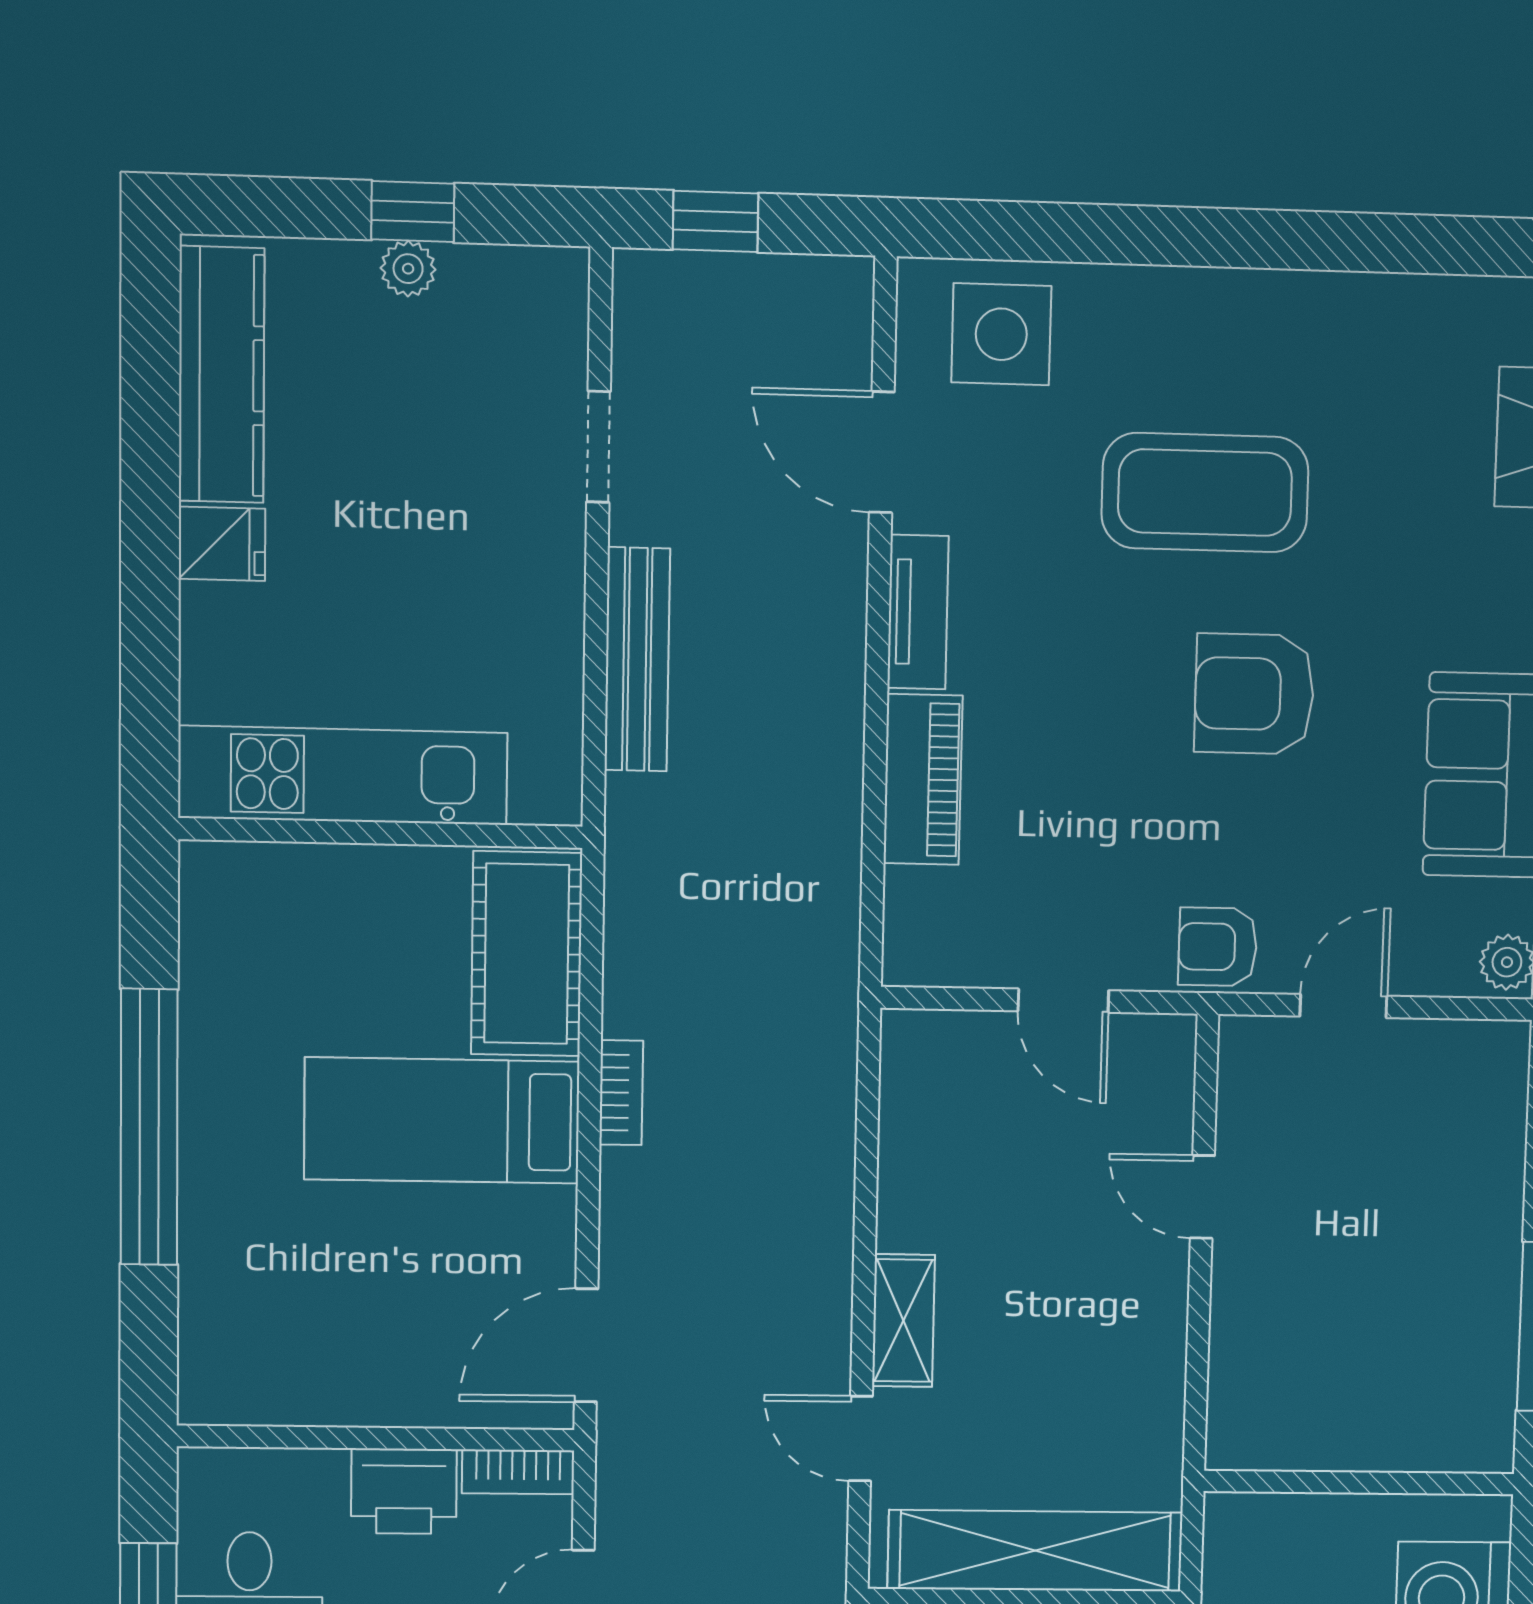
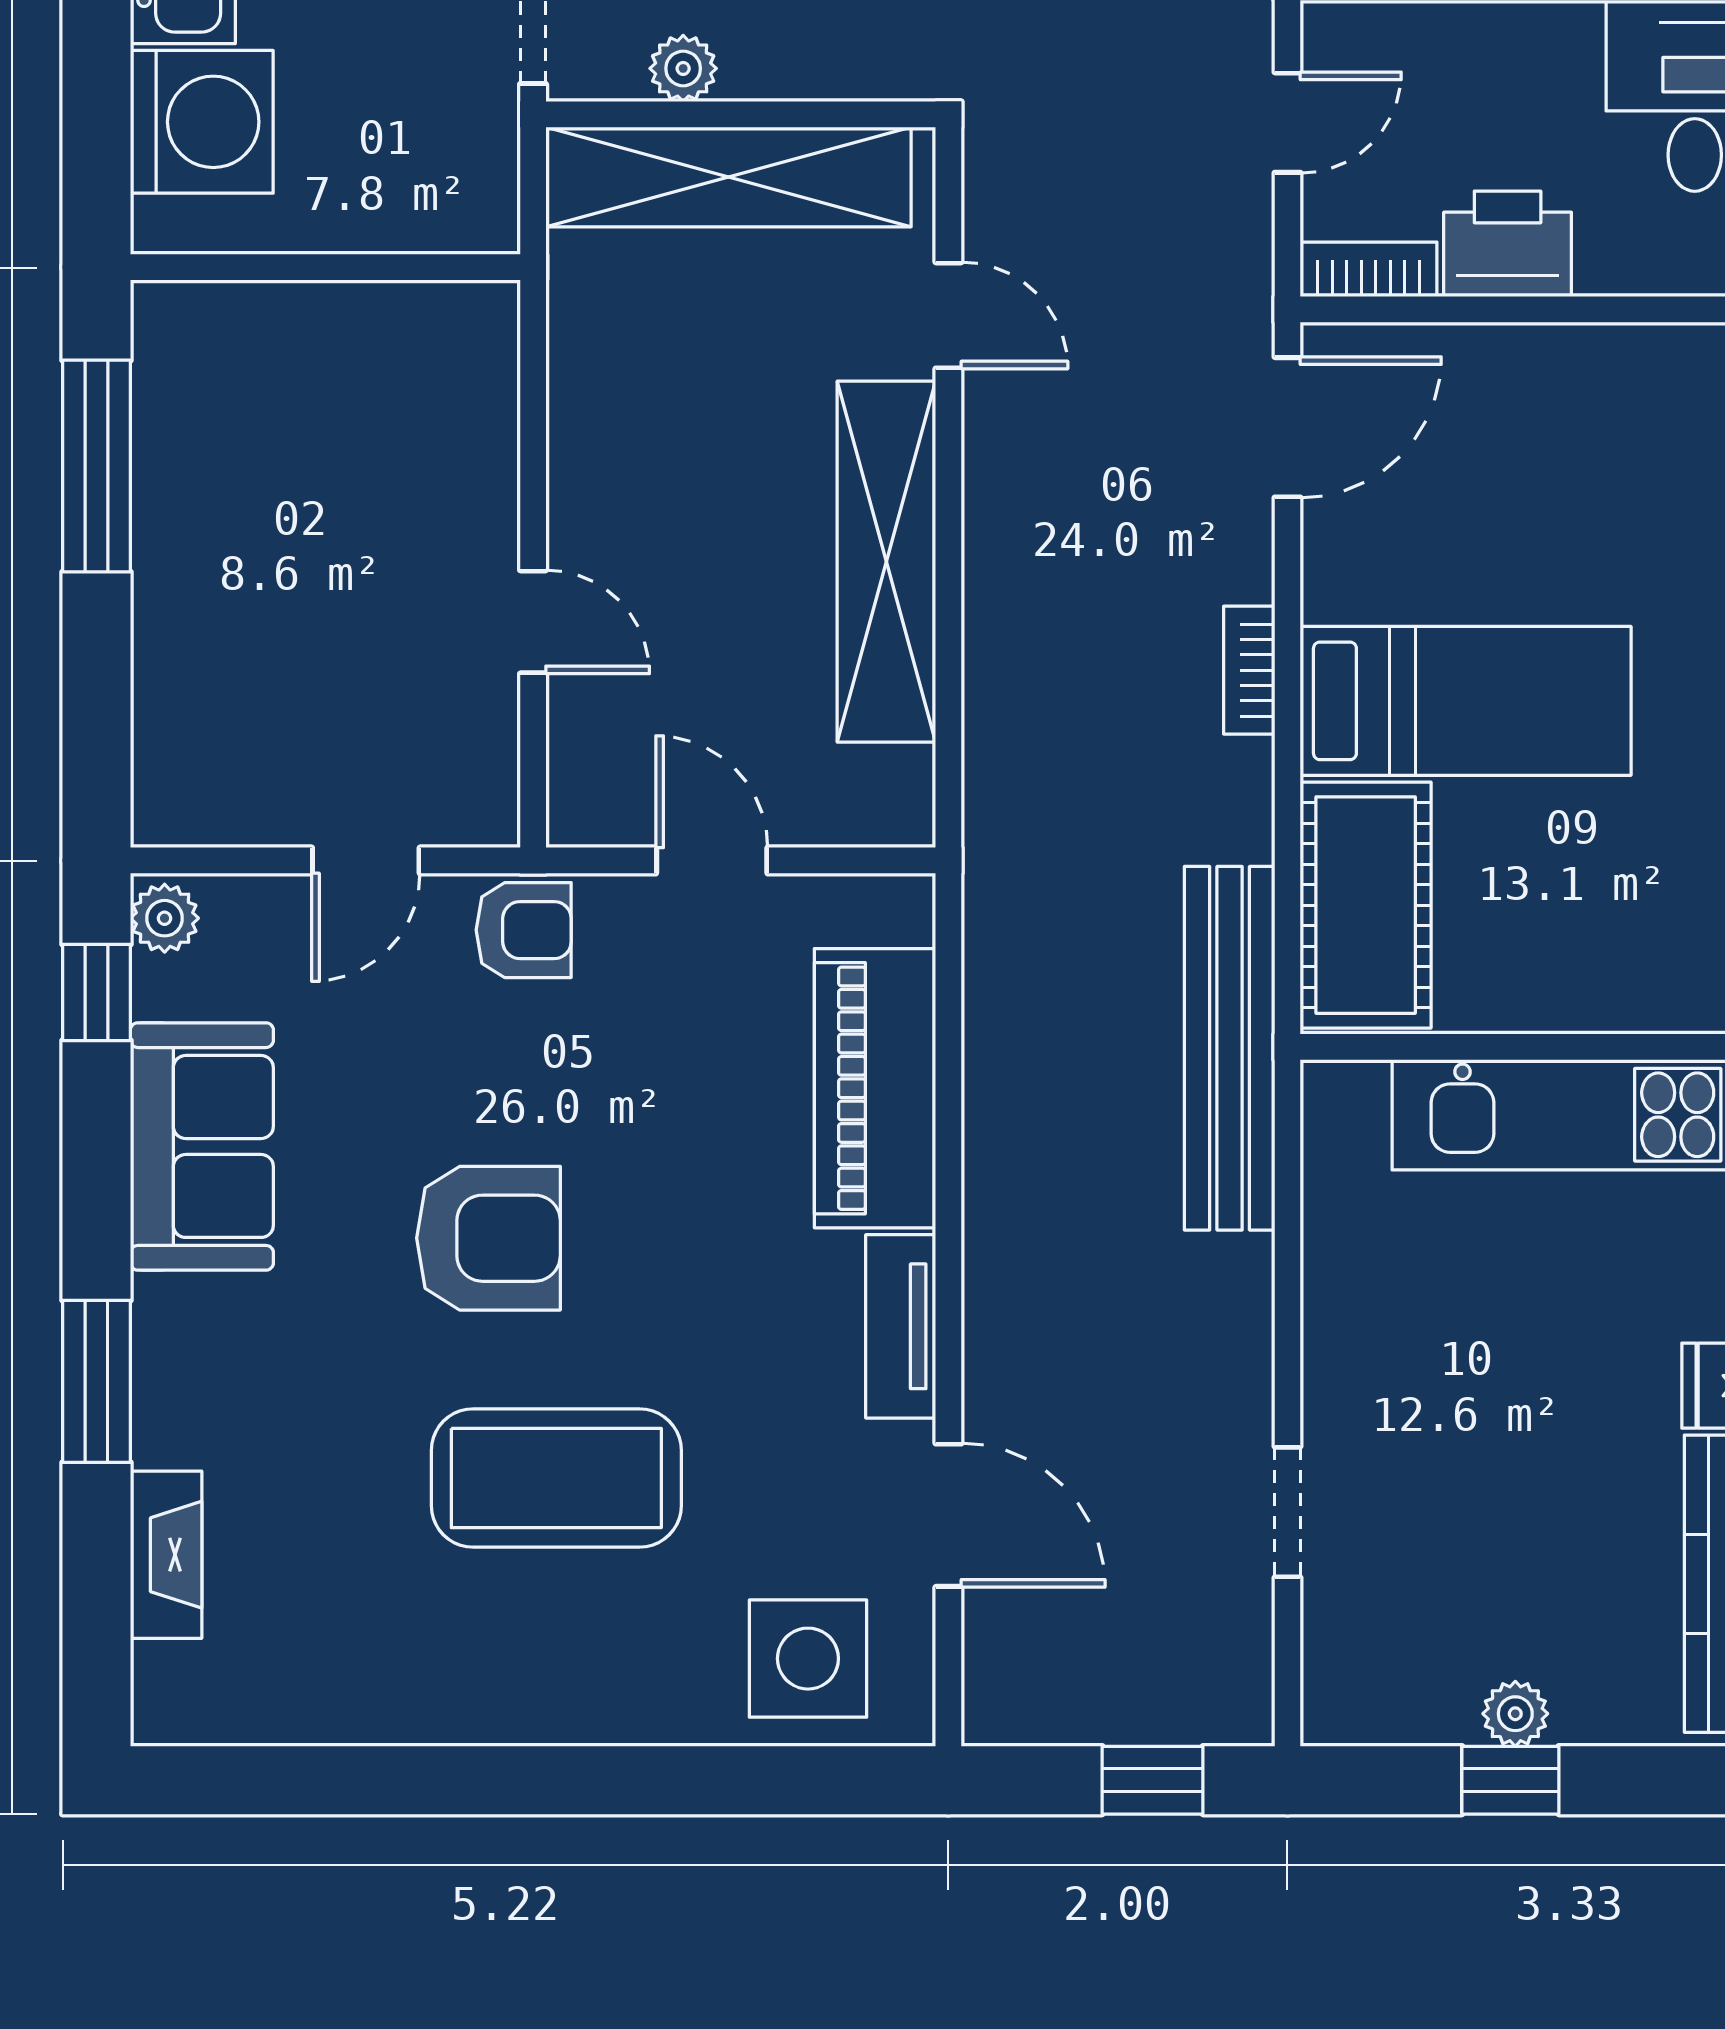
bench: (637, 659) -> (1230, 1048), moved, width x1.37, depth x1.21
piano: (923, 779) -> (875, 1088), width x1.37, depth x1.33
bookcase: (621, 1093) -> (1249, 670), moved
shelving: (903, 1321) -> (886, 562), width x2.20, depth x1.33

